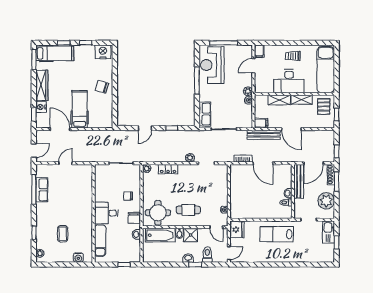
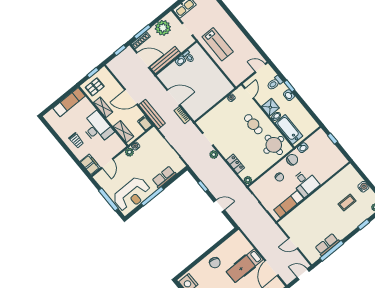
filing cabinet: (259, 51) -> (90, 165), width x2.00
door: (253, 66) -> (107, 164), hinge flipped
exam couch: (326, 70) -> (69, 102), width x0.73, depth x0.69
shelving: (279, 100) -> (123, 132), moved
row of seats: (205, 114) -> (164, 177), moved
door: (291, 129) -> (131, 97), swing flipped
door: (263, 163) -> (173, 97), hinge flipped
fridge: (237, 230) -> (238, 76), removed
exam couch: (100, 241) -> (289, 204), moved
water cooler: (78, 257) -> (363, 187), moved

